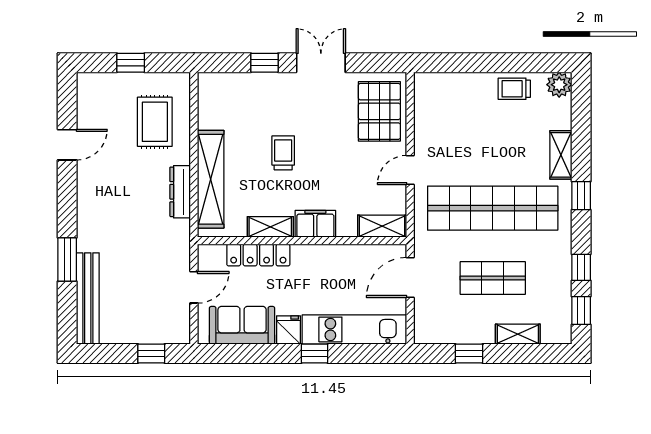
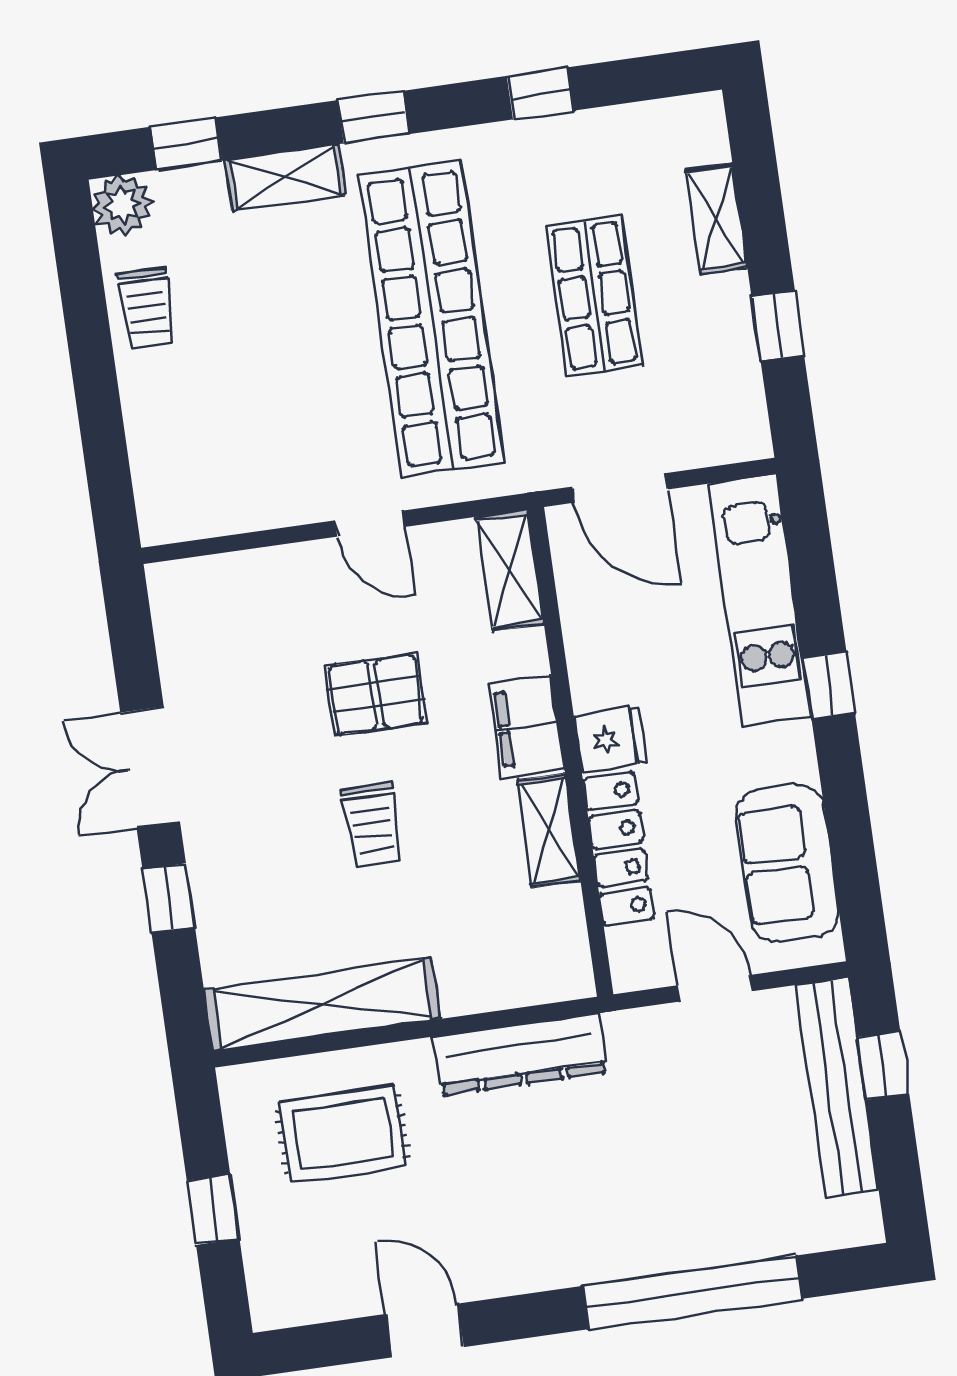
pallet: (379, 111) -> (376, 694), moved, width x0.67, depth x0.71
trolley: (283, 153) -> (372, 825), turned -90
shelving: (211, 179) -> (322, 1004), moved
dresser: (180, 192) -> (520, 1054), width x1.37, depth x1.24
window: (67, 260) -> (692, 1292), width x2.11
bench: (88, 299) -> (837, 1088), moved, turned 90
window: (581, 310) -> (186, 144), moved
fridge: (288, 330) -> (611, 739), moved, turned 180

